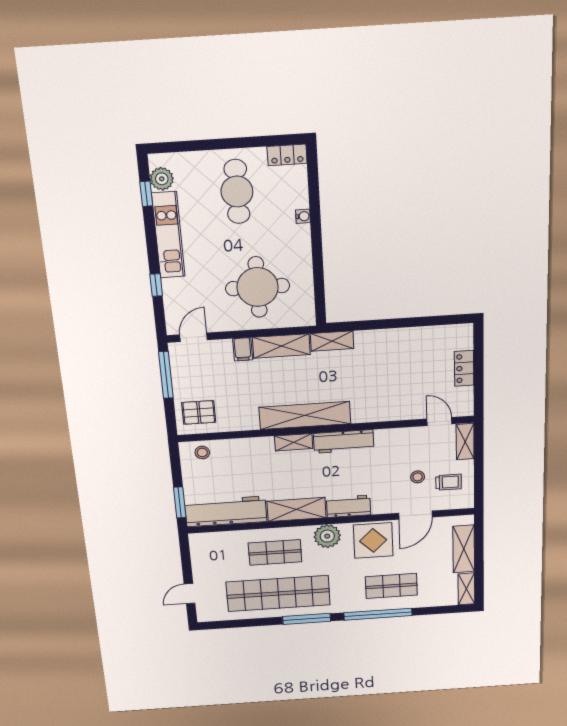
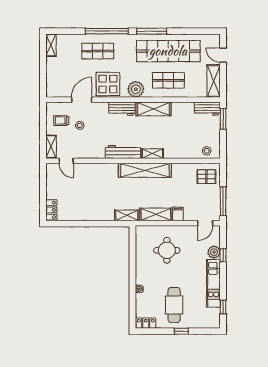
window: (219, 144) -> (181, 331), added
plant: (162, 179) -> (214, 252), moved
round table: (258, 287) -> (167, 250), width x0.73, depth x0.73
locker: (464, 368) -> (51, 210), moved
workbench: (226, 511) -> (207, 109), width x0.53, depth x0.76
shelving: (464, 549) -> (214, 81), moved
door: (190, 594) -> (223, 55), swing flipped

